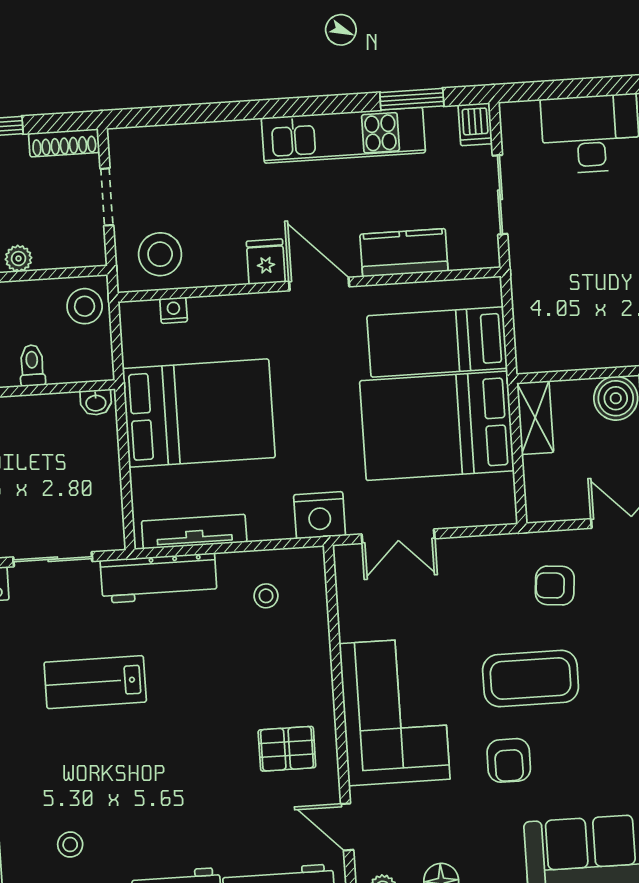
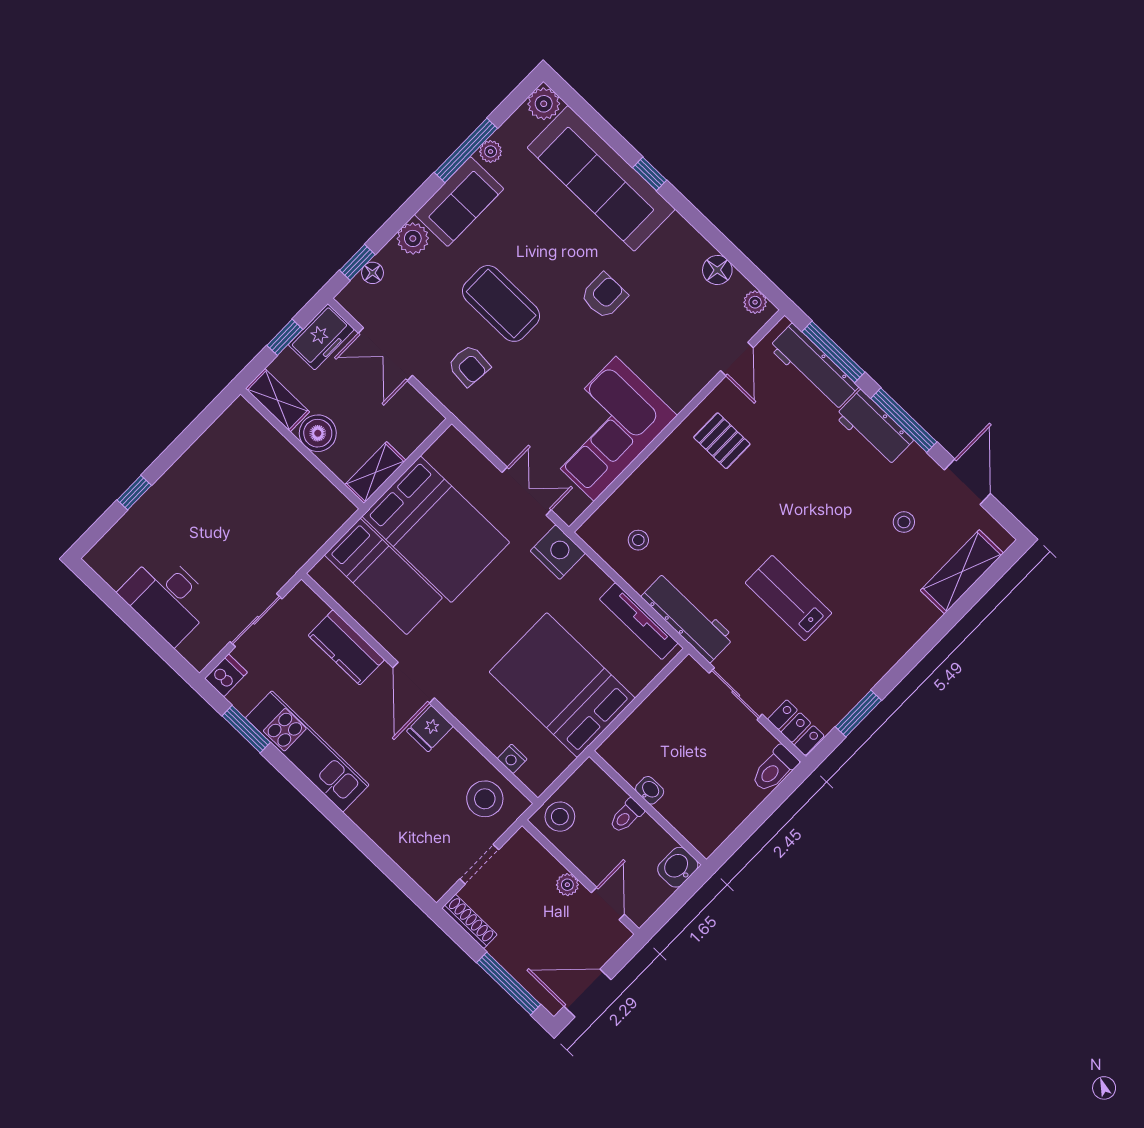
washbasin: (96, 402) -> (650, 790), moved
coffee table: (531, 679) -> (501, 303), moved
lab bench: (95, 682) -> (788, 598), turned 180
corner sofa: (395, 711) -> (605, 429), moved

